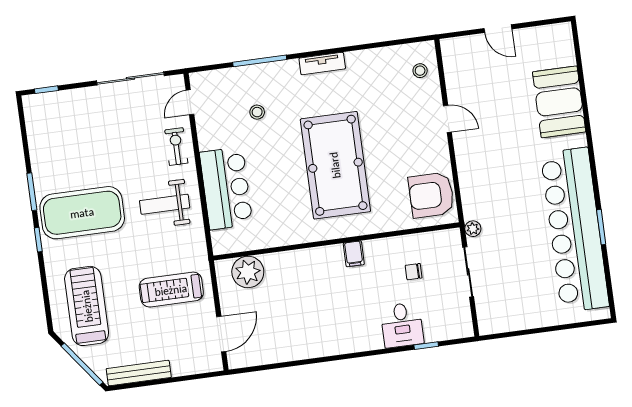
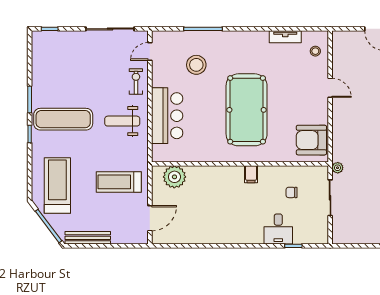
tv unit: (322, 64) -> (285, 37), moved
stool: (257, 112) -> (196, 65), width x1.89, depth x1.89
exercise mat: (82, 213) -> (63, 119), width x0.68

